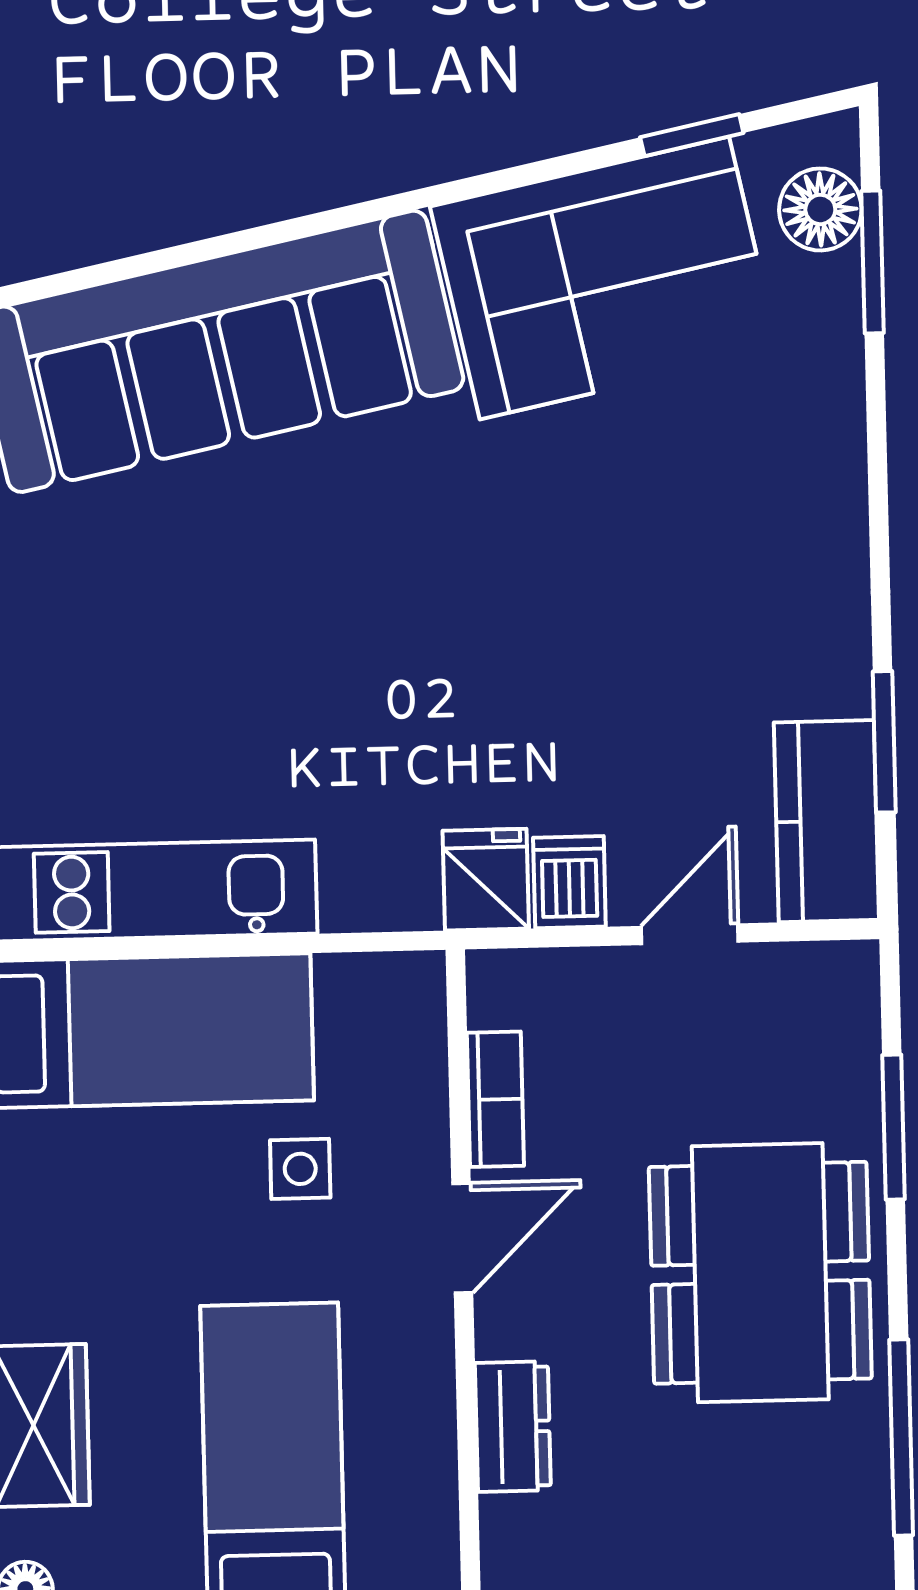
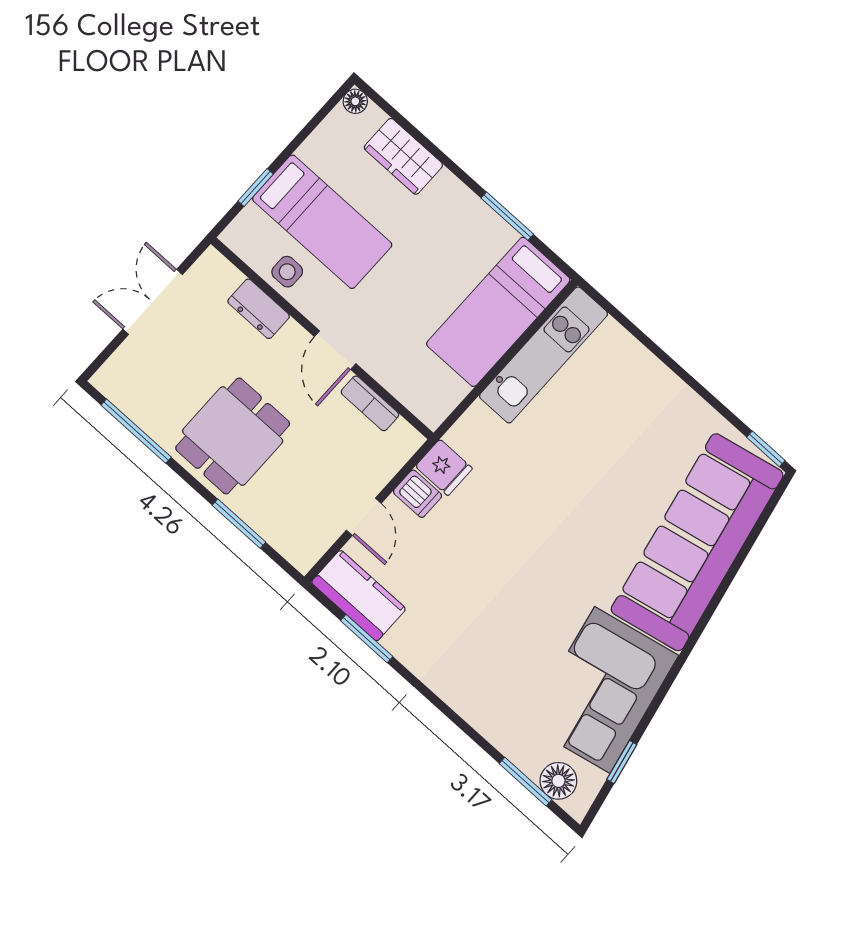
side table: (300, 1169) -> (287, 272), moved
dining table: (760, 1273) -> (233, 436), width x0.73

